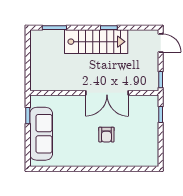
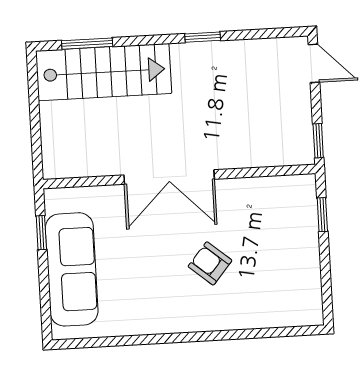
stairs: (96, 42) -> (104, 72), moved
double door: (107, 93) -> (169, 177), moved
armchair: (106, 135) -> (210, 263), turned 130

